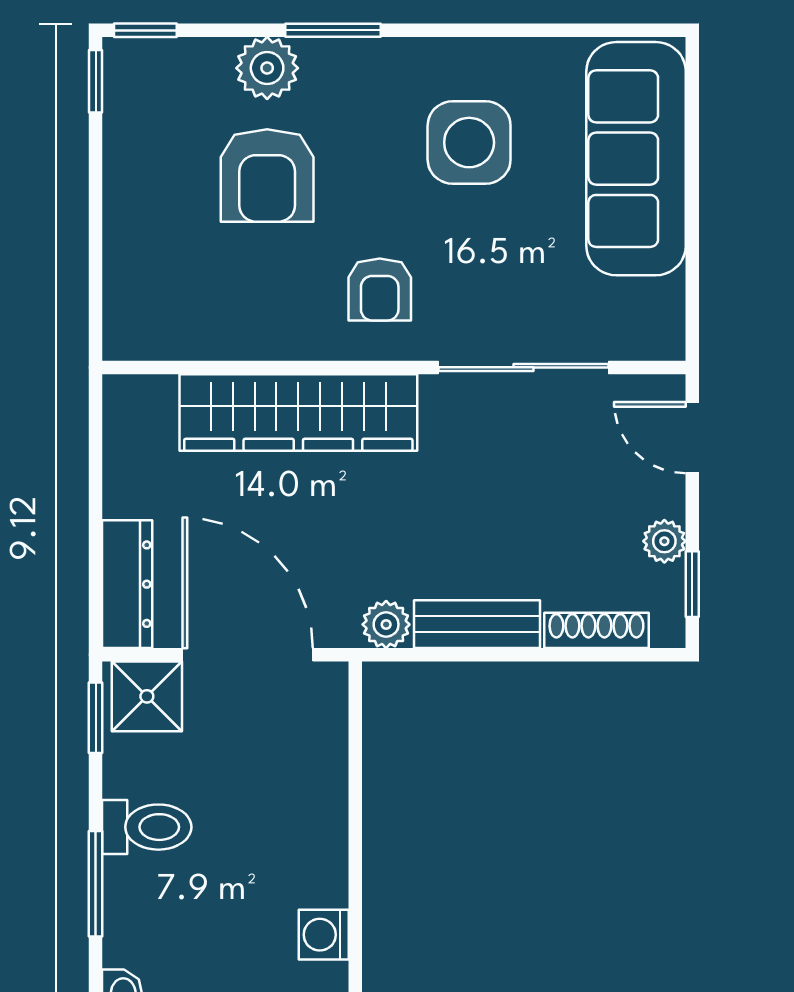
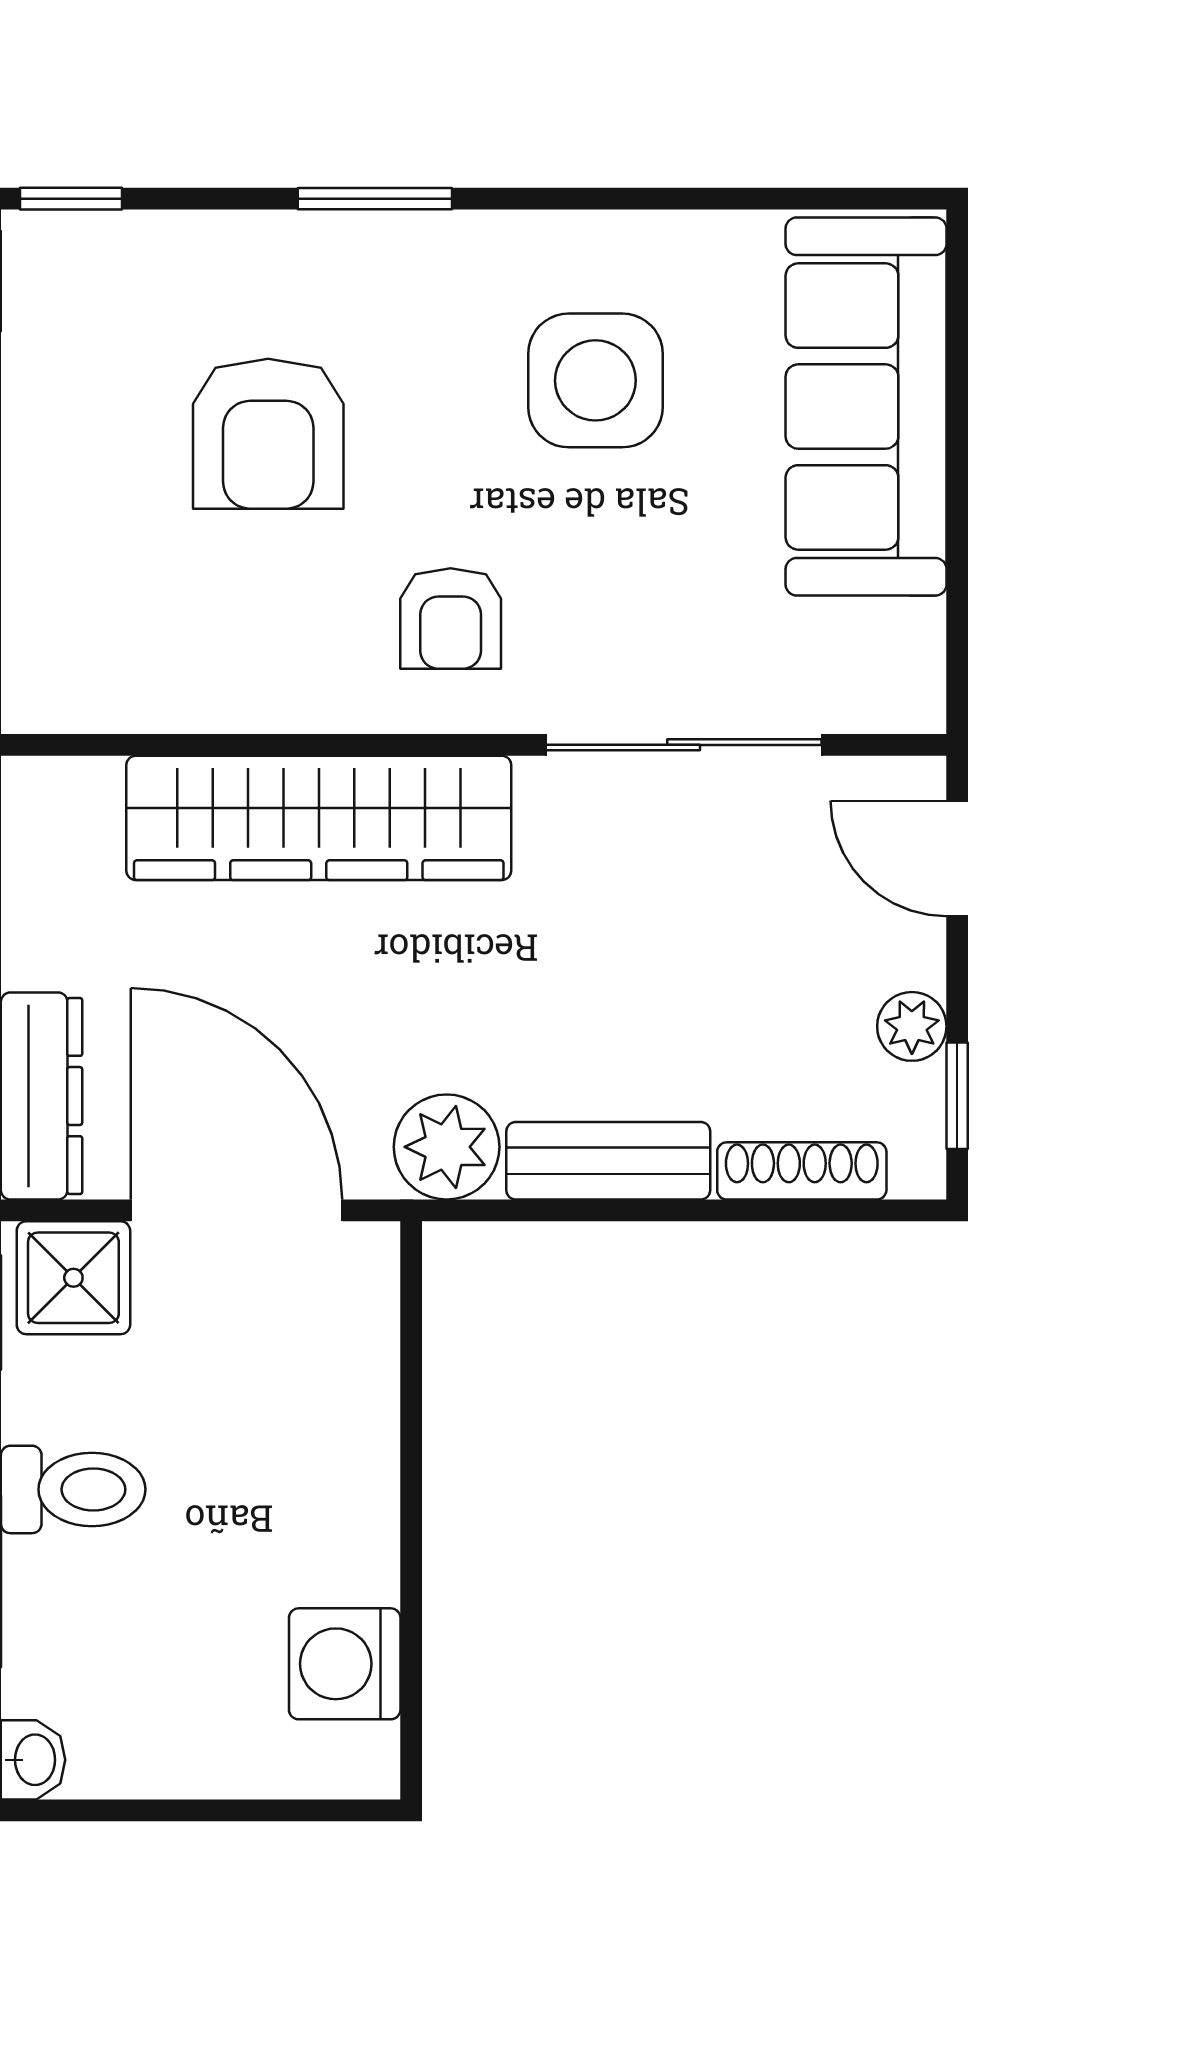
plant: (267, 68) -> (268, 260), removed
plant: (386, 624) -> (447, 1147), width x1.38, depth x1.38
washing machine: (324, 935) -> (345, 1664), width x1.38, depth x1.38

